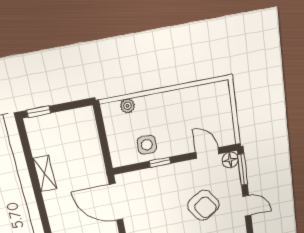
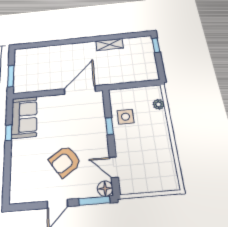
door: (207, 153) -> (114, 167), swing flipped

